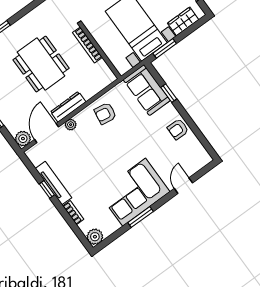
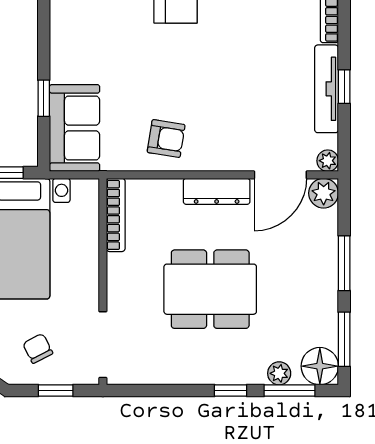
bookcase: (88, 45) -> (116, 215), moved
dining table: (41, 64) -> (210, 289), turned 90
plant: (71, 125) -> (328, 161), moved
armchair: (178, 129) -> (70, 31), removed

